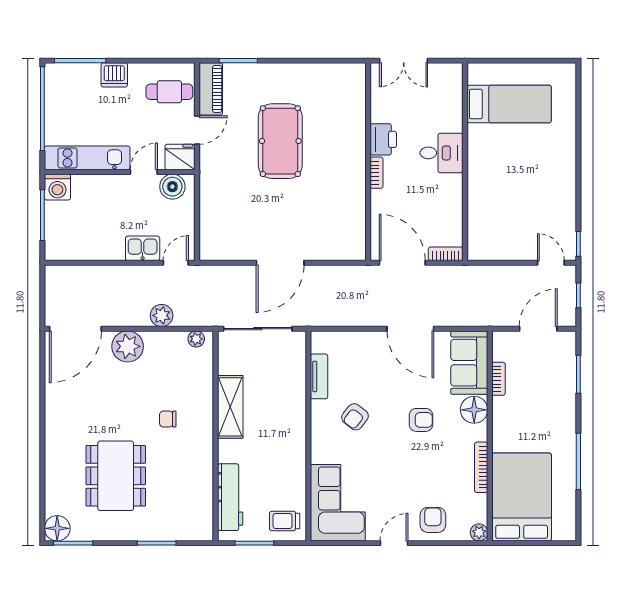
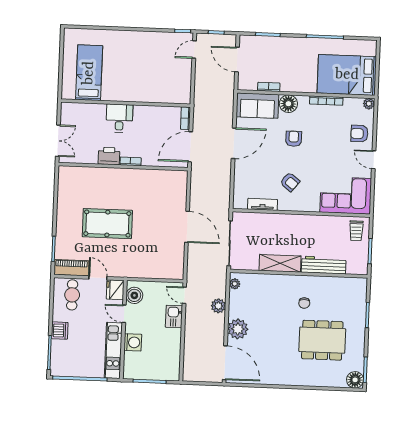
washing machine: (57, 187) -> (133, 342), moved
chair: (168, 419) -> (304, 303), moved
workbench: (230, 497) -> (324, 265), moved

